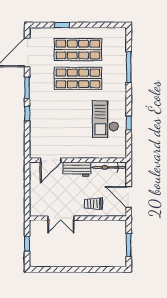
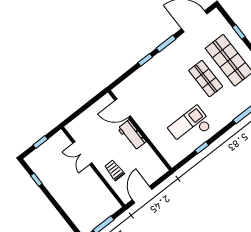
shop shelf: (78, 78) -> (206, 79), width x0.70, depth x0.74
bicycle: (109, 167) -> (154, 160), removed
window: (54, 269) -> (36, 180), added

